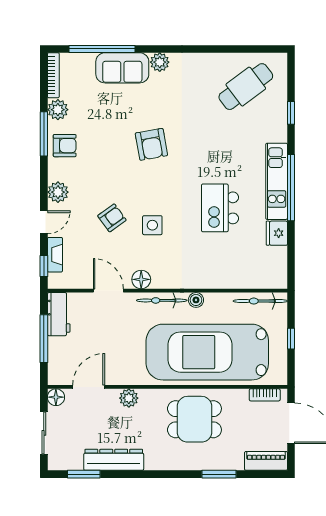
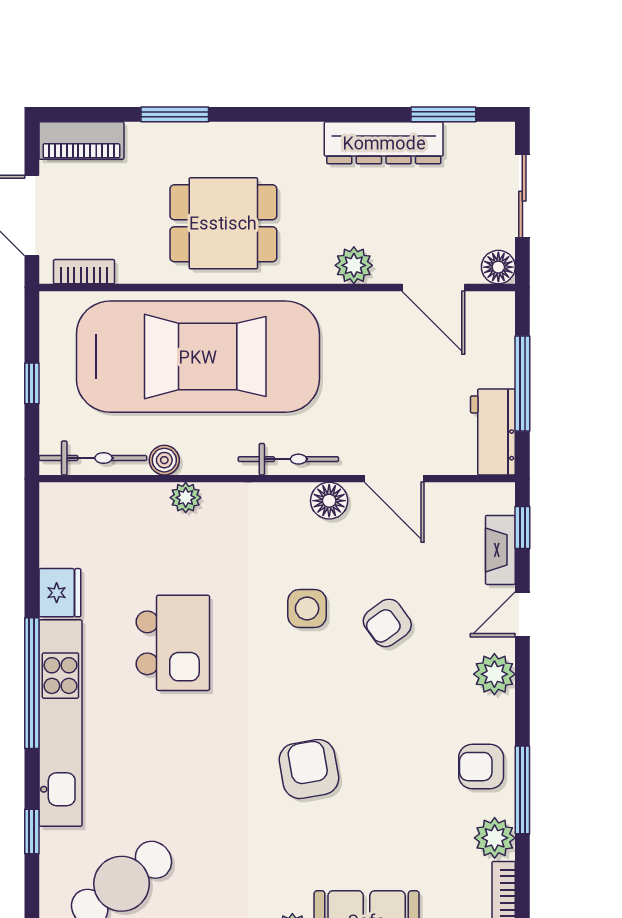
kitchen unit: (277, 181) -> (60, 723), width x1.36
plant: (214, 281) -> (186, 498), added
boiler: (196, 300) -> (164, 460), moved
door: (89, 387) -> (433, 287), hinge flipped

